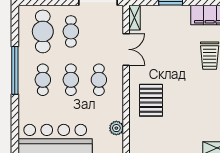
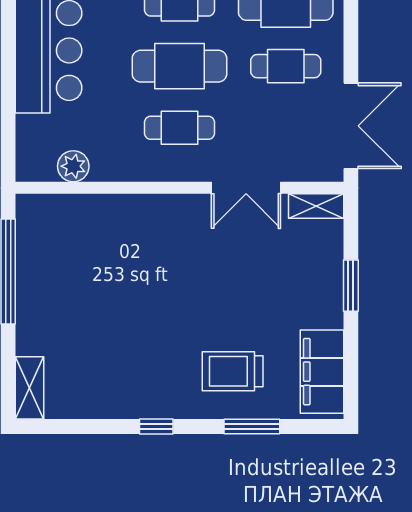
cafe table: (71, 80) -> (179, 66), width x1.37, depth x1.35
pallet: (151, 100) -> (135, 242), removed

